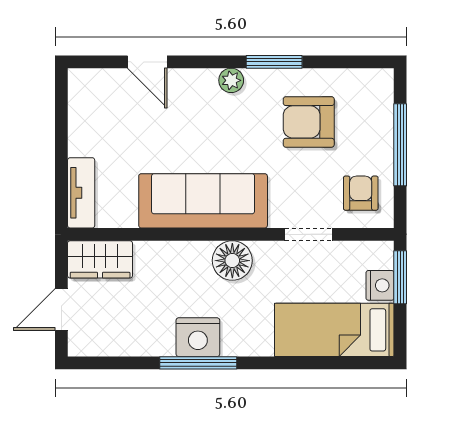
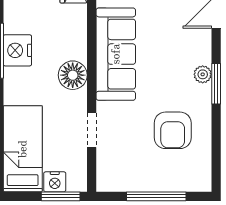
window: (274, 62) -> (216, 84), moved
armchair: (309, 122) -> (173, 130), turned 180
armchair: (361, 193) -> (121, 168), removed

